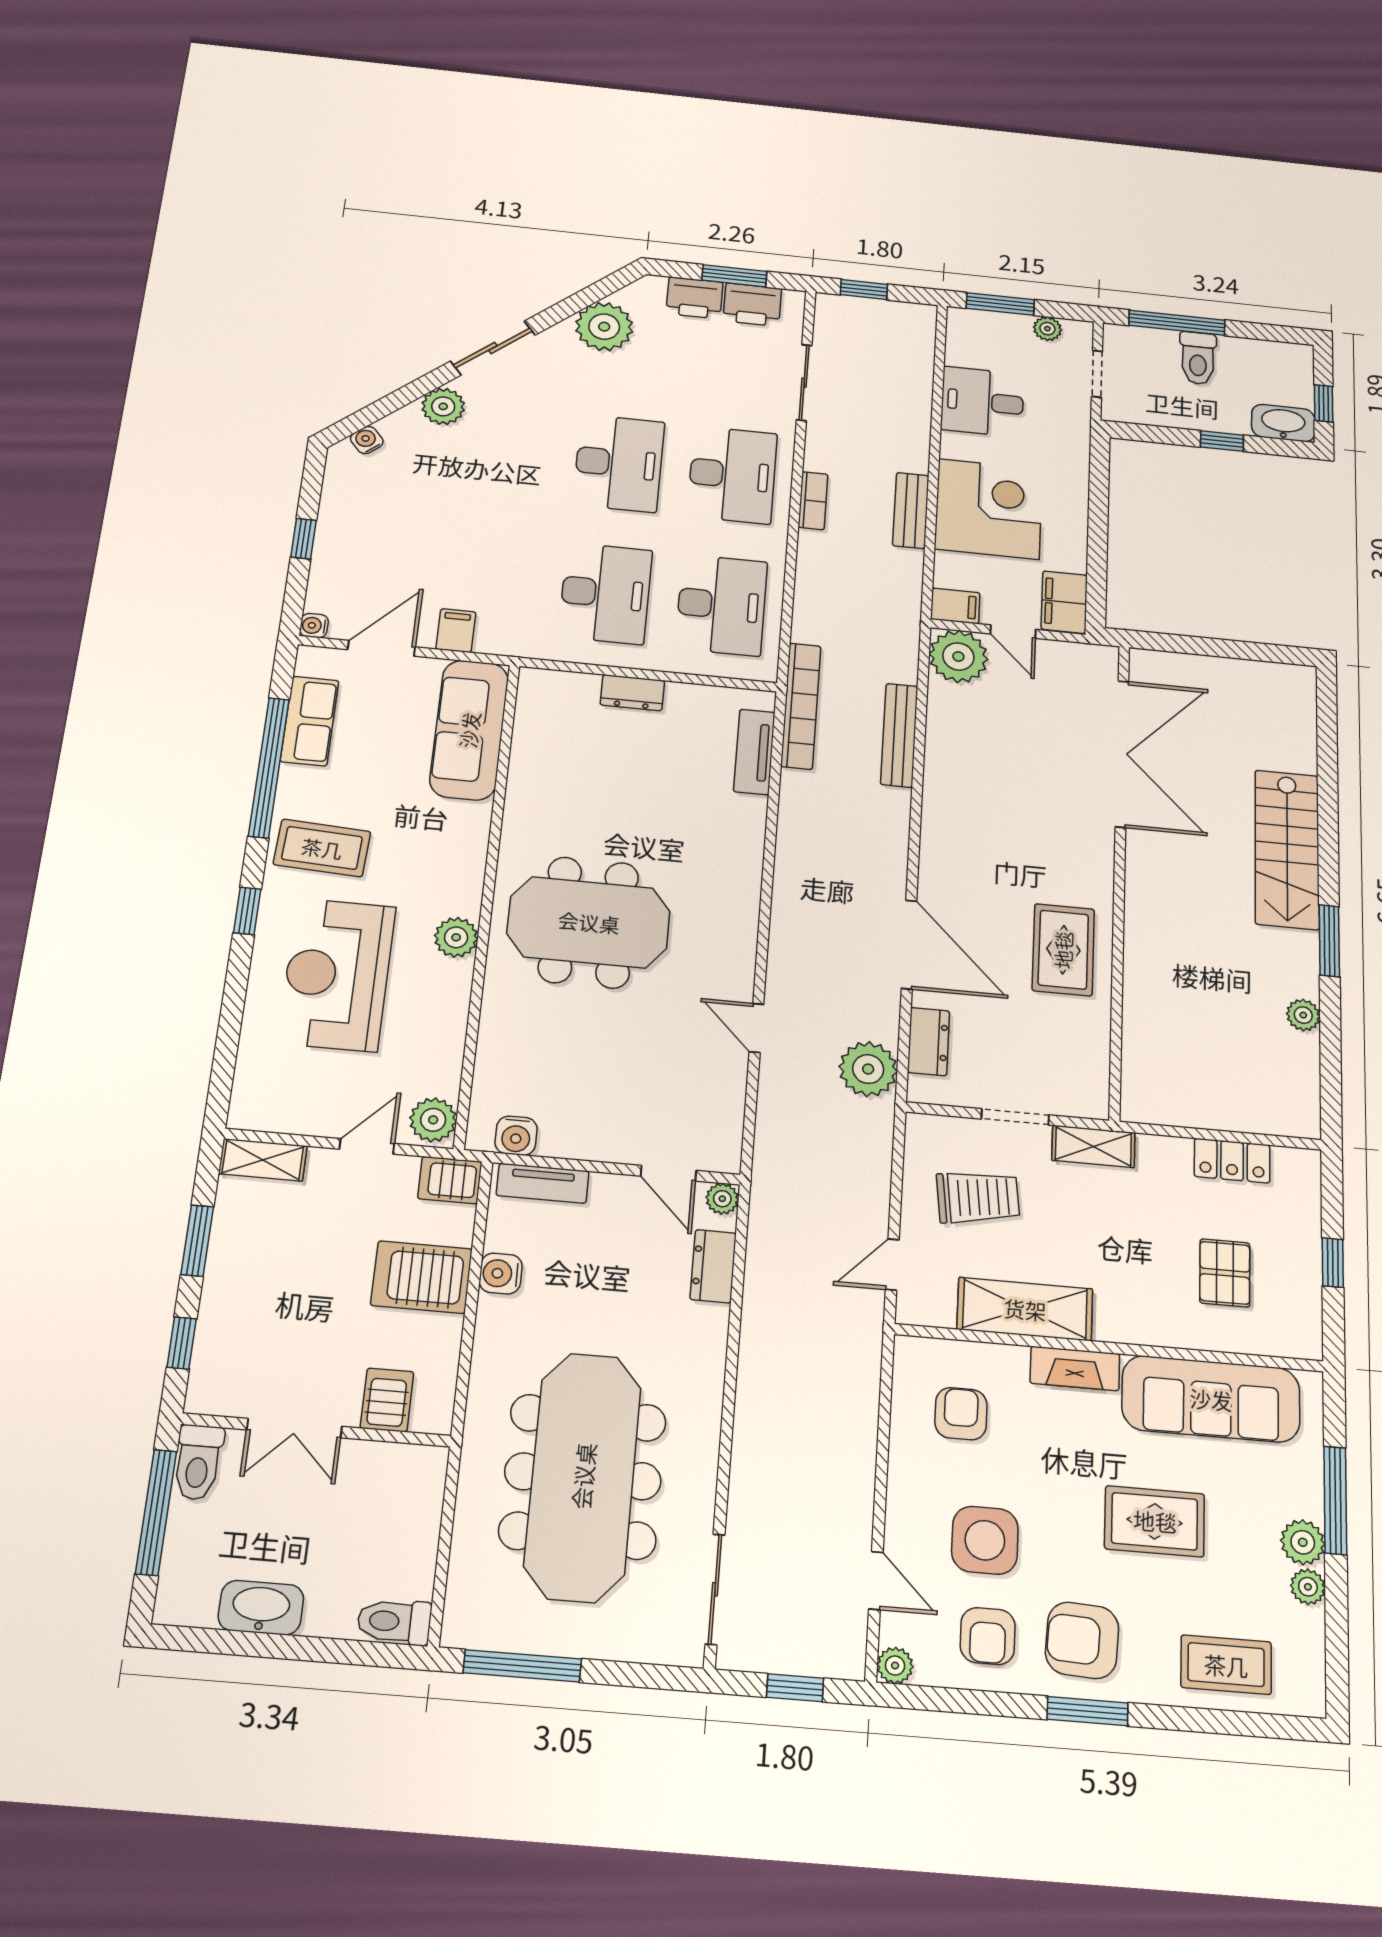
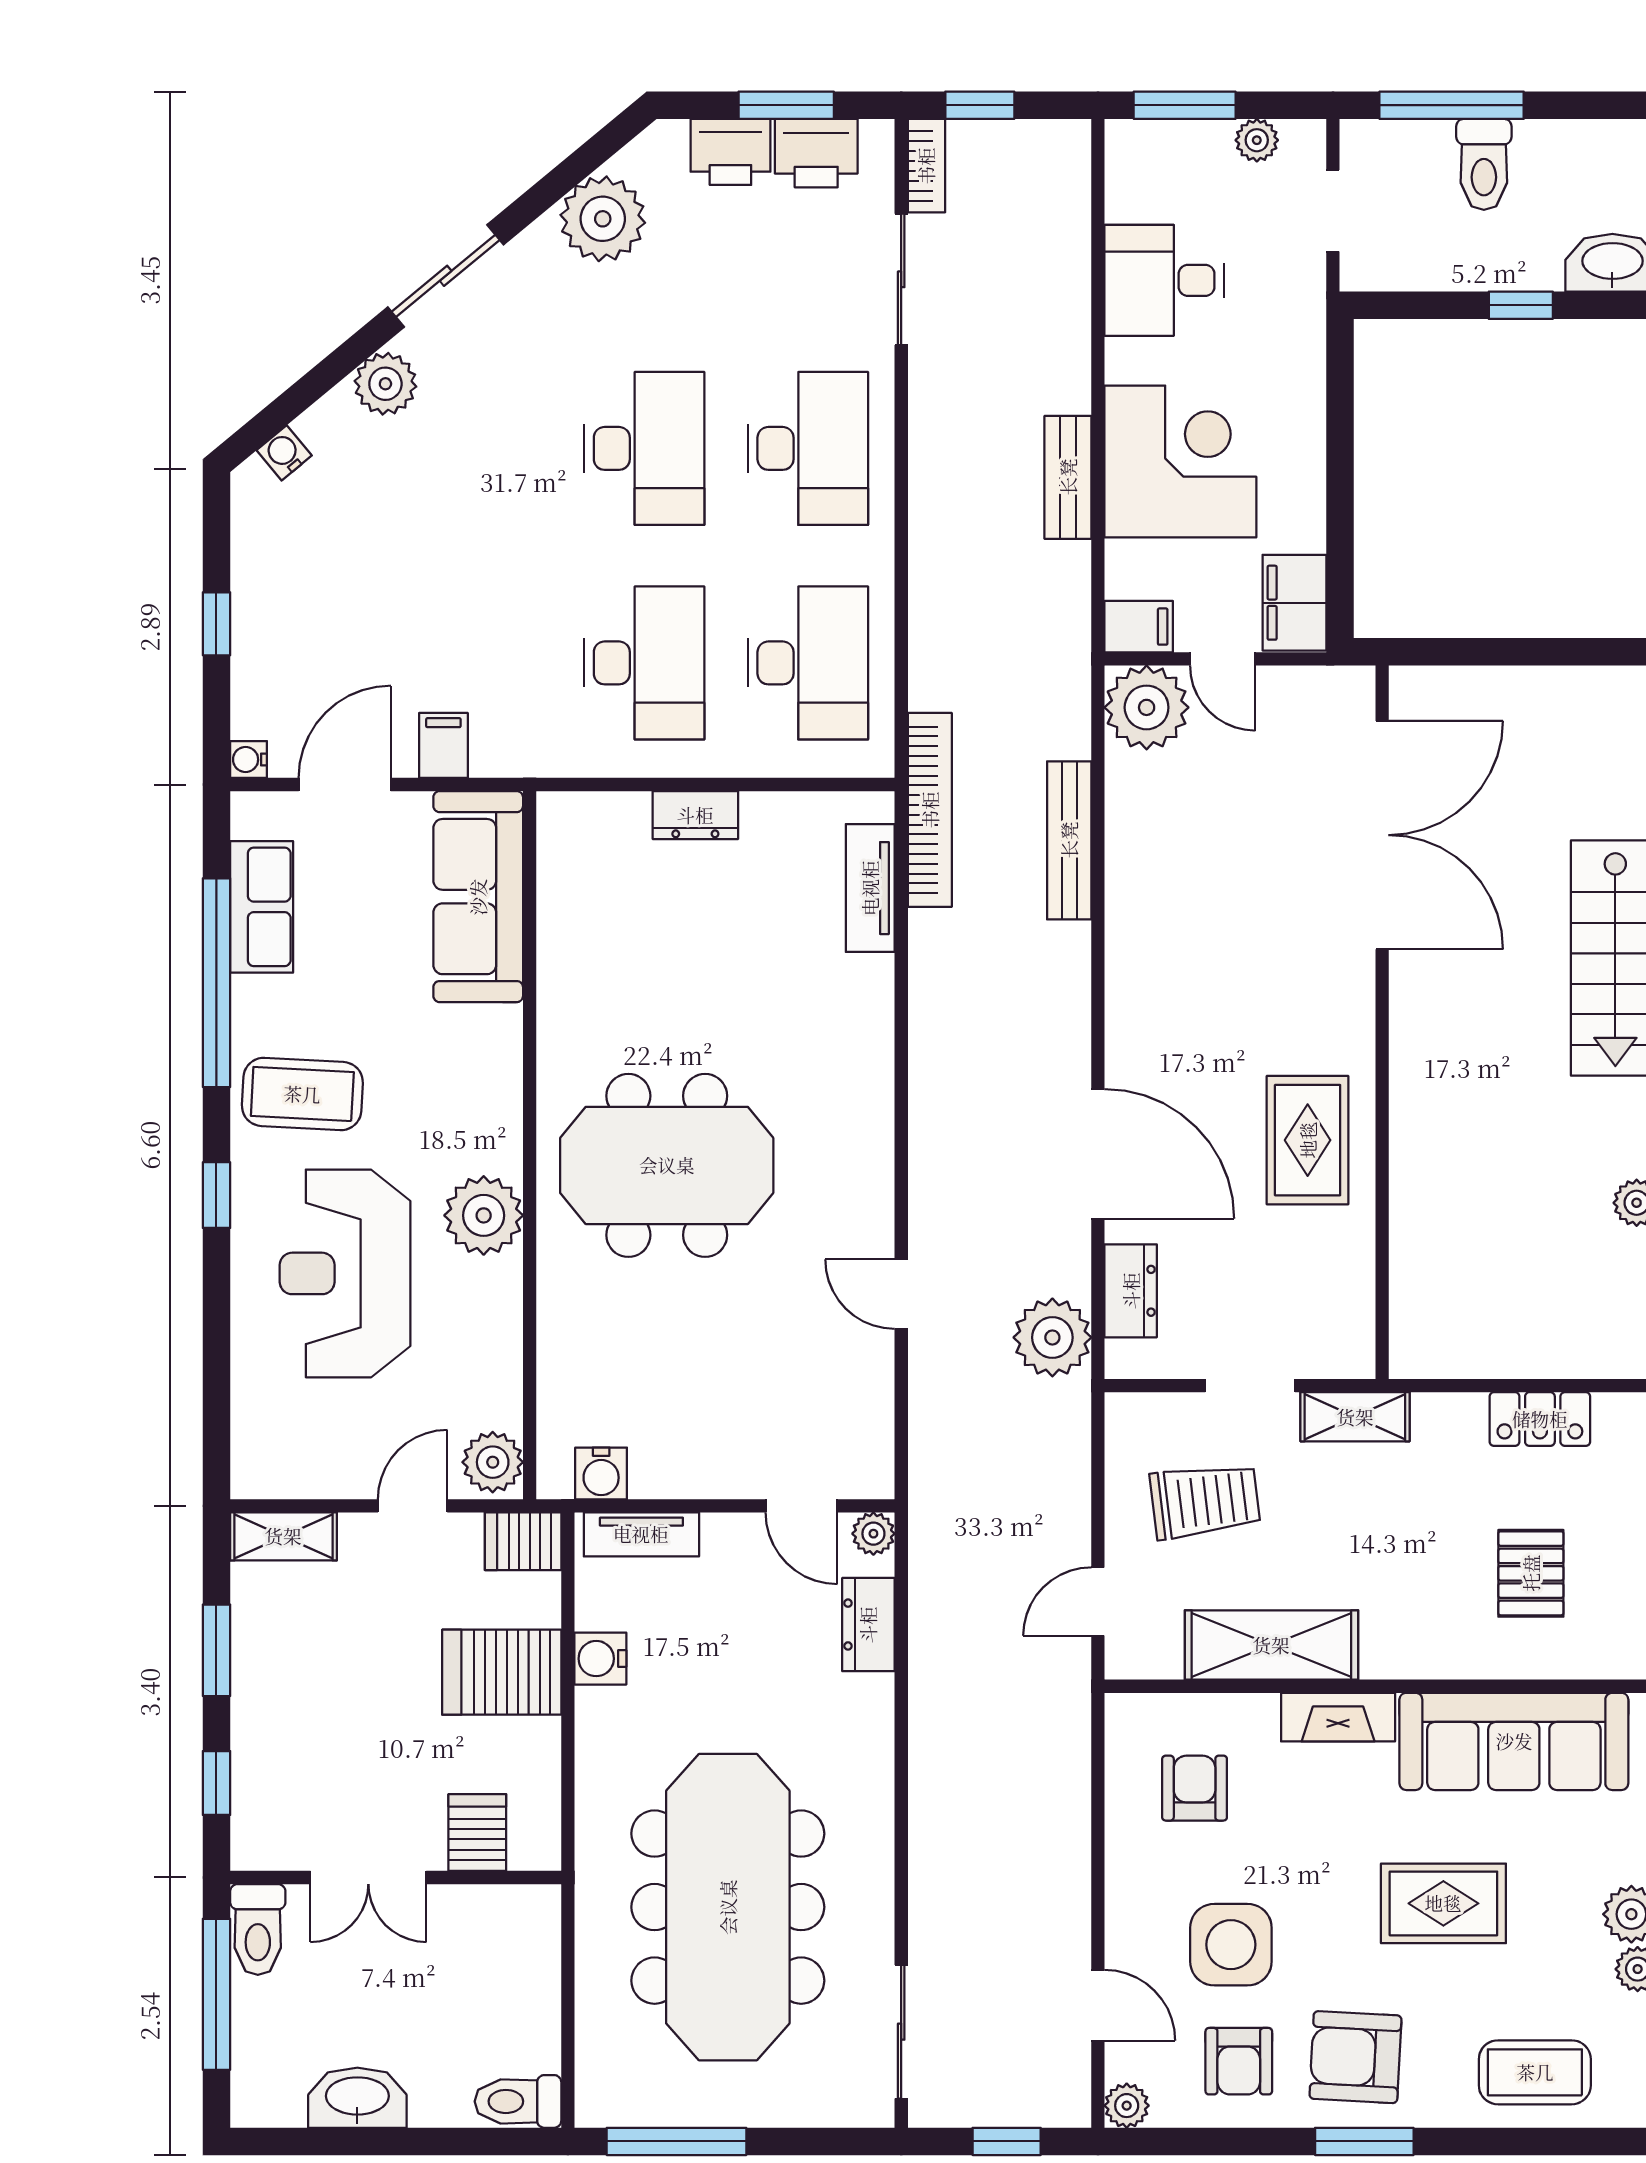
bookcase: (813, 501) -> (926, 166), moved
plant: (456, 937) -> (484, 1215), width x1.36, depth x1.36

